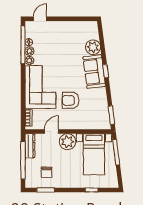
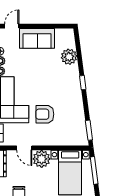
sofa: (94, 72) -> (37, 38), moved, turned -83
door: (52, 132) -> (24, 148), swing flipped

